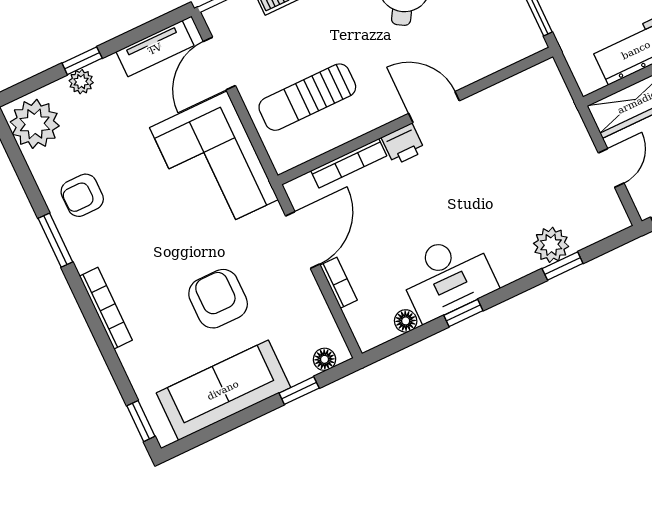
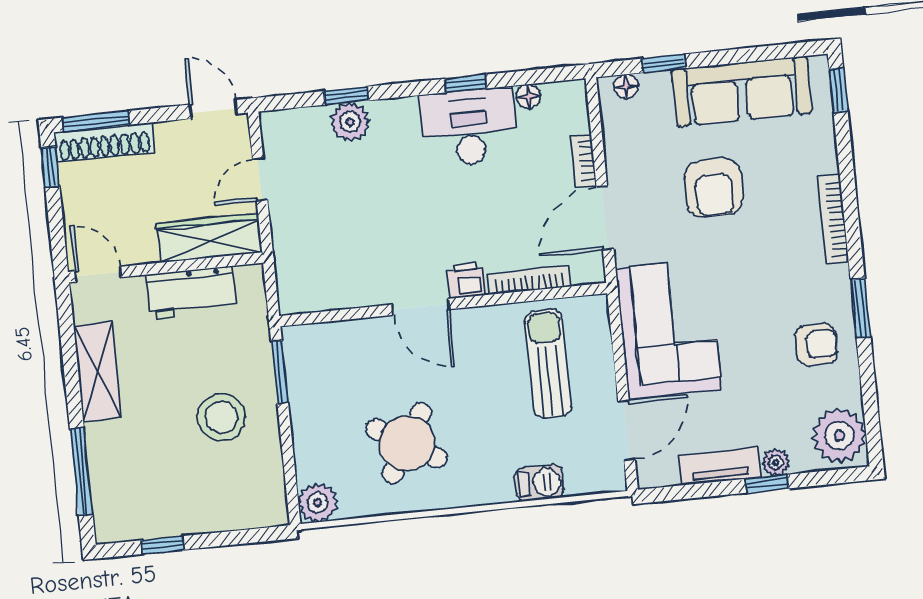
tv unit: (155, 49) -> (720, 466), moved
sun lounger: (307, 97) -> (548, 364), turned -90

